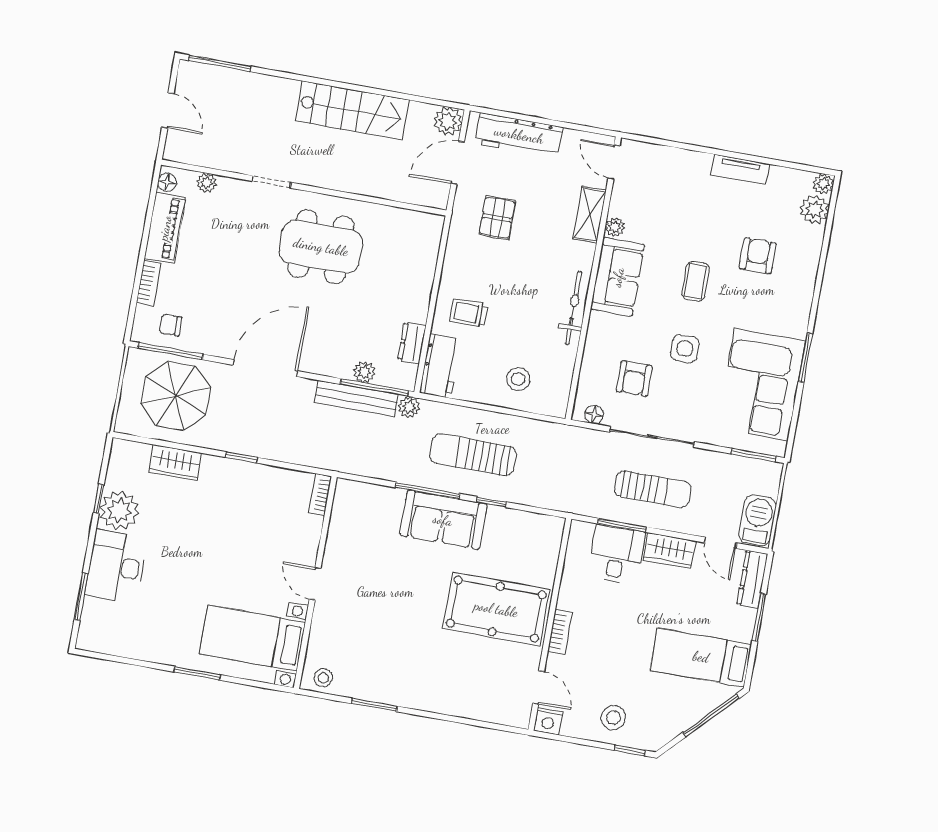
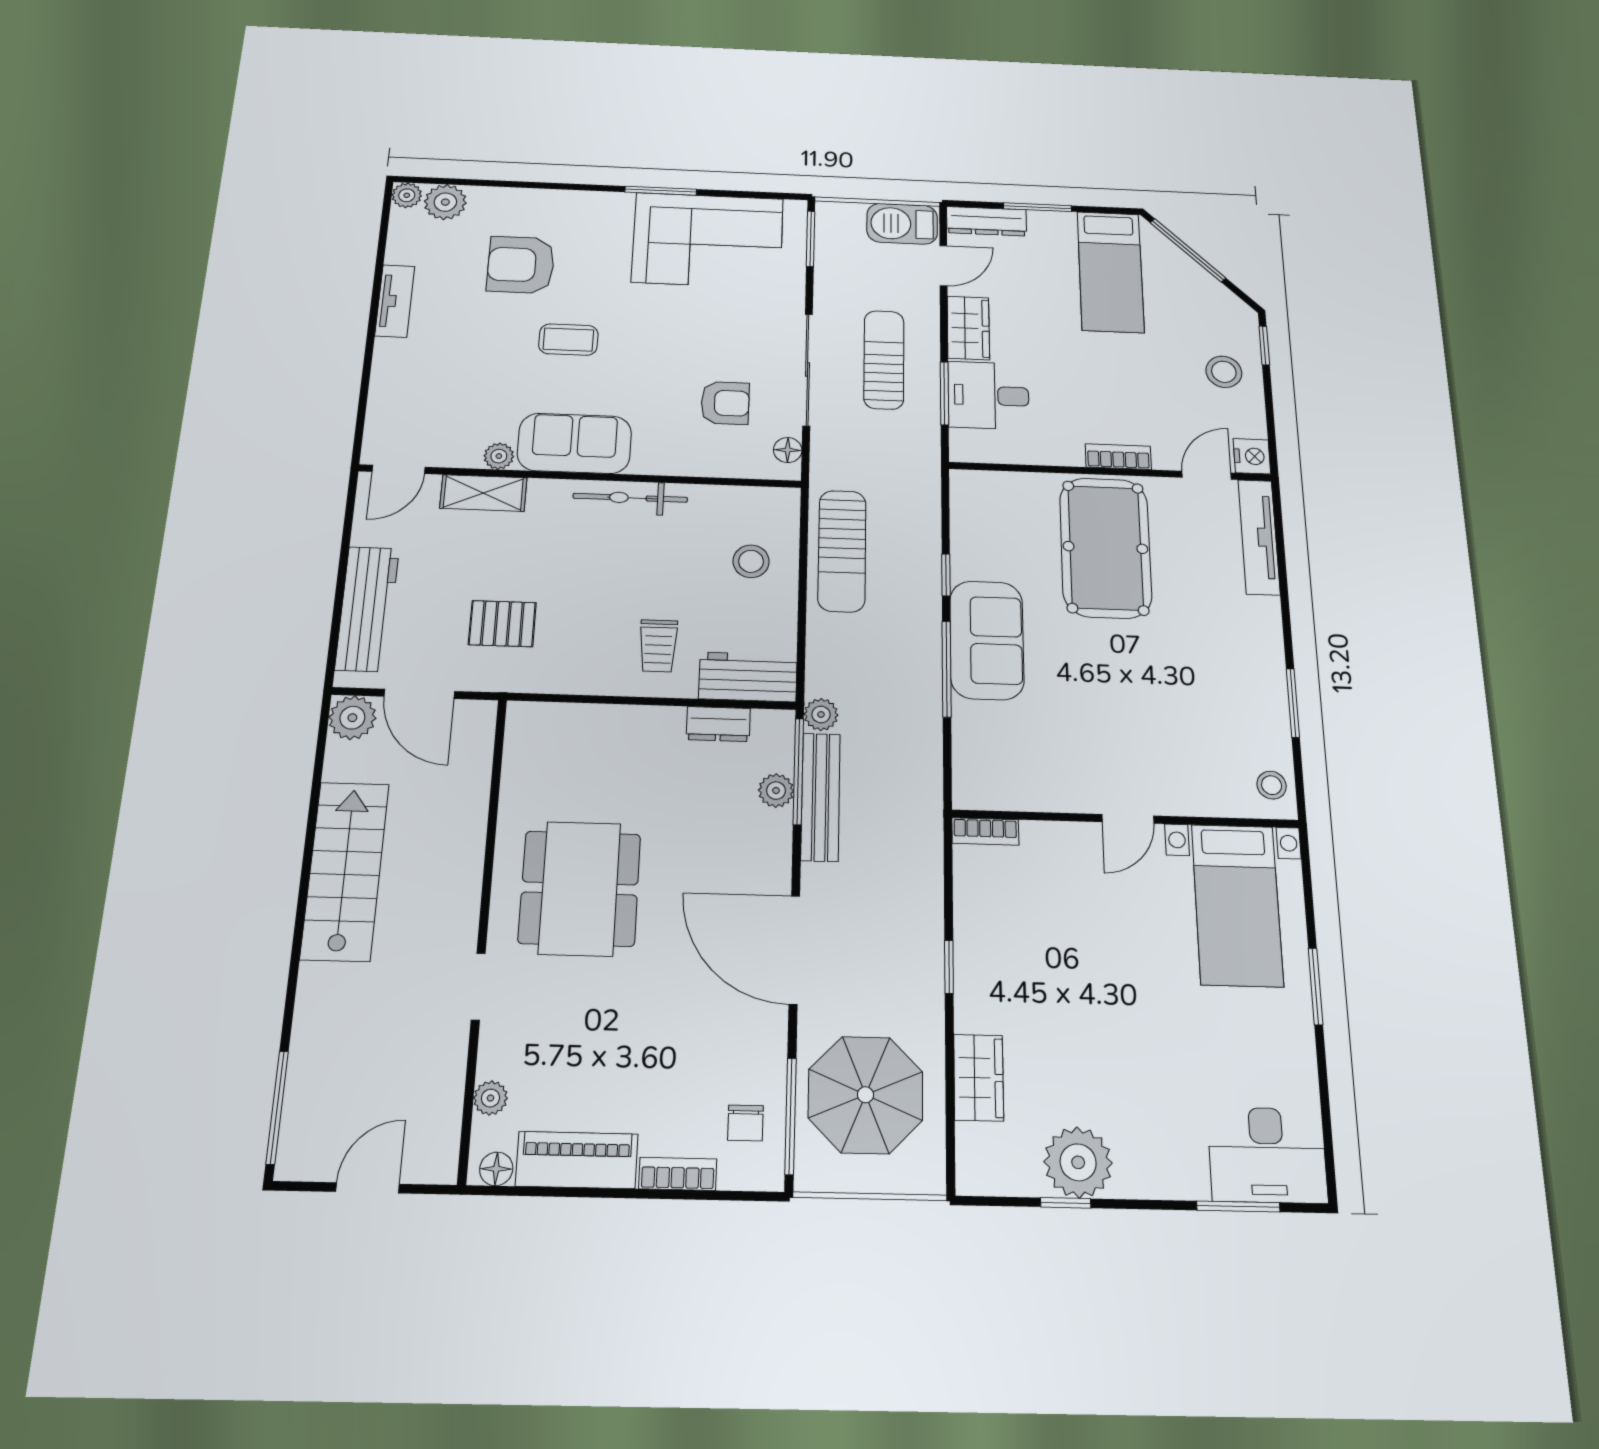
armchair: (758, 256) -> (521, 265), width x1.38, depth x1.38
side table: (685, 348) -> (670, 342), removed
sun lounger: (473, 455) -> (842, 551), moved
desk: (116, 566) -> (1267, 1155), moved
tv unit: (490, 711) -> (1259, 537), added

